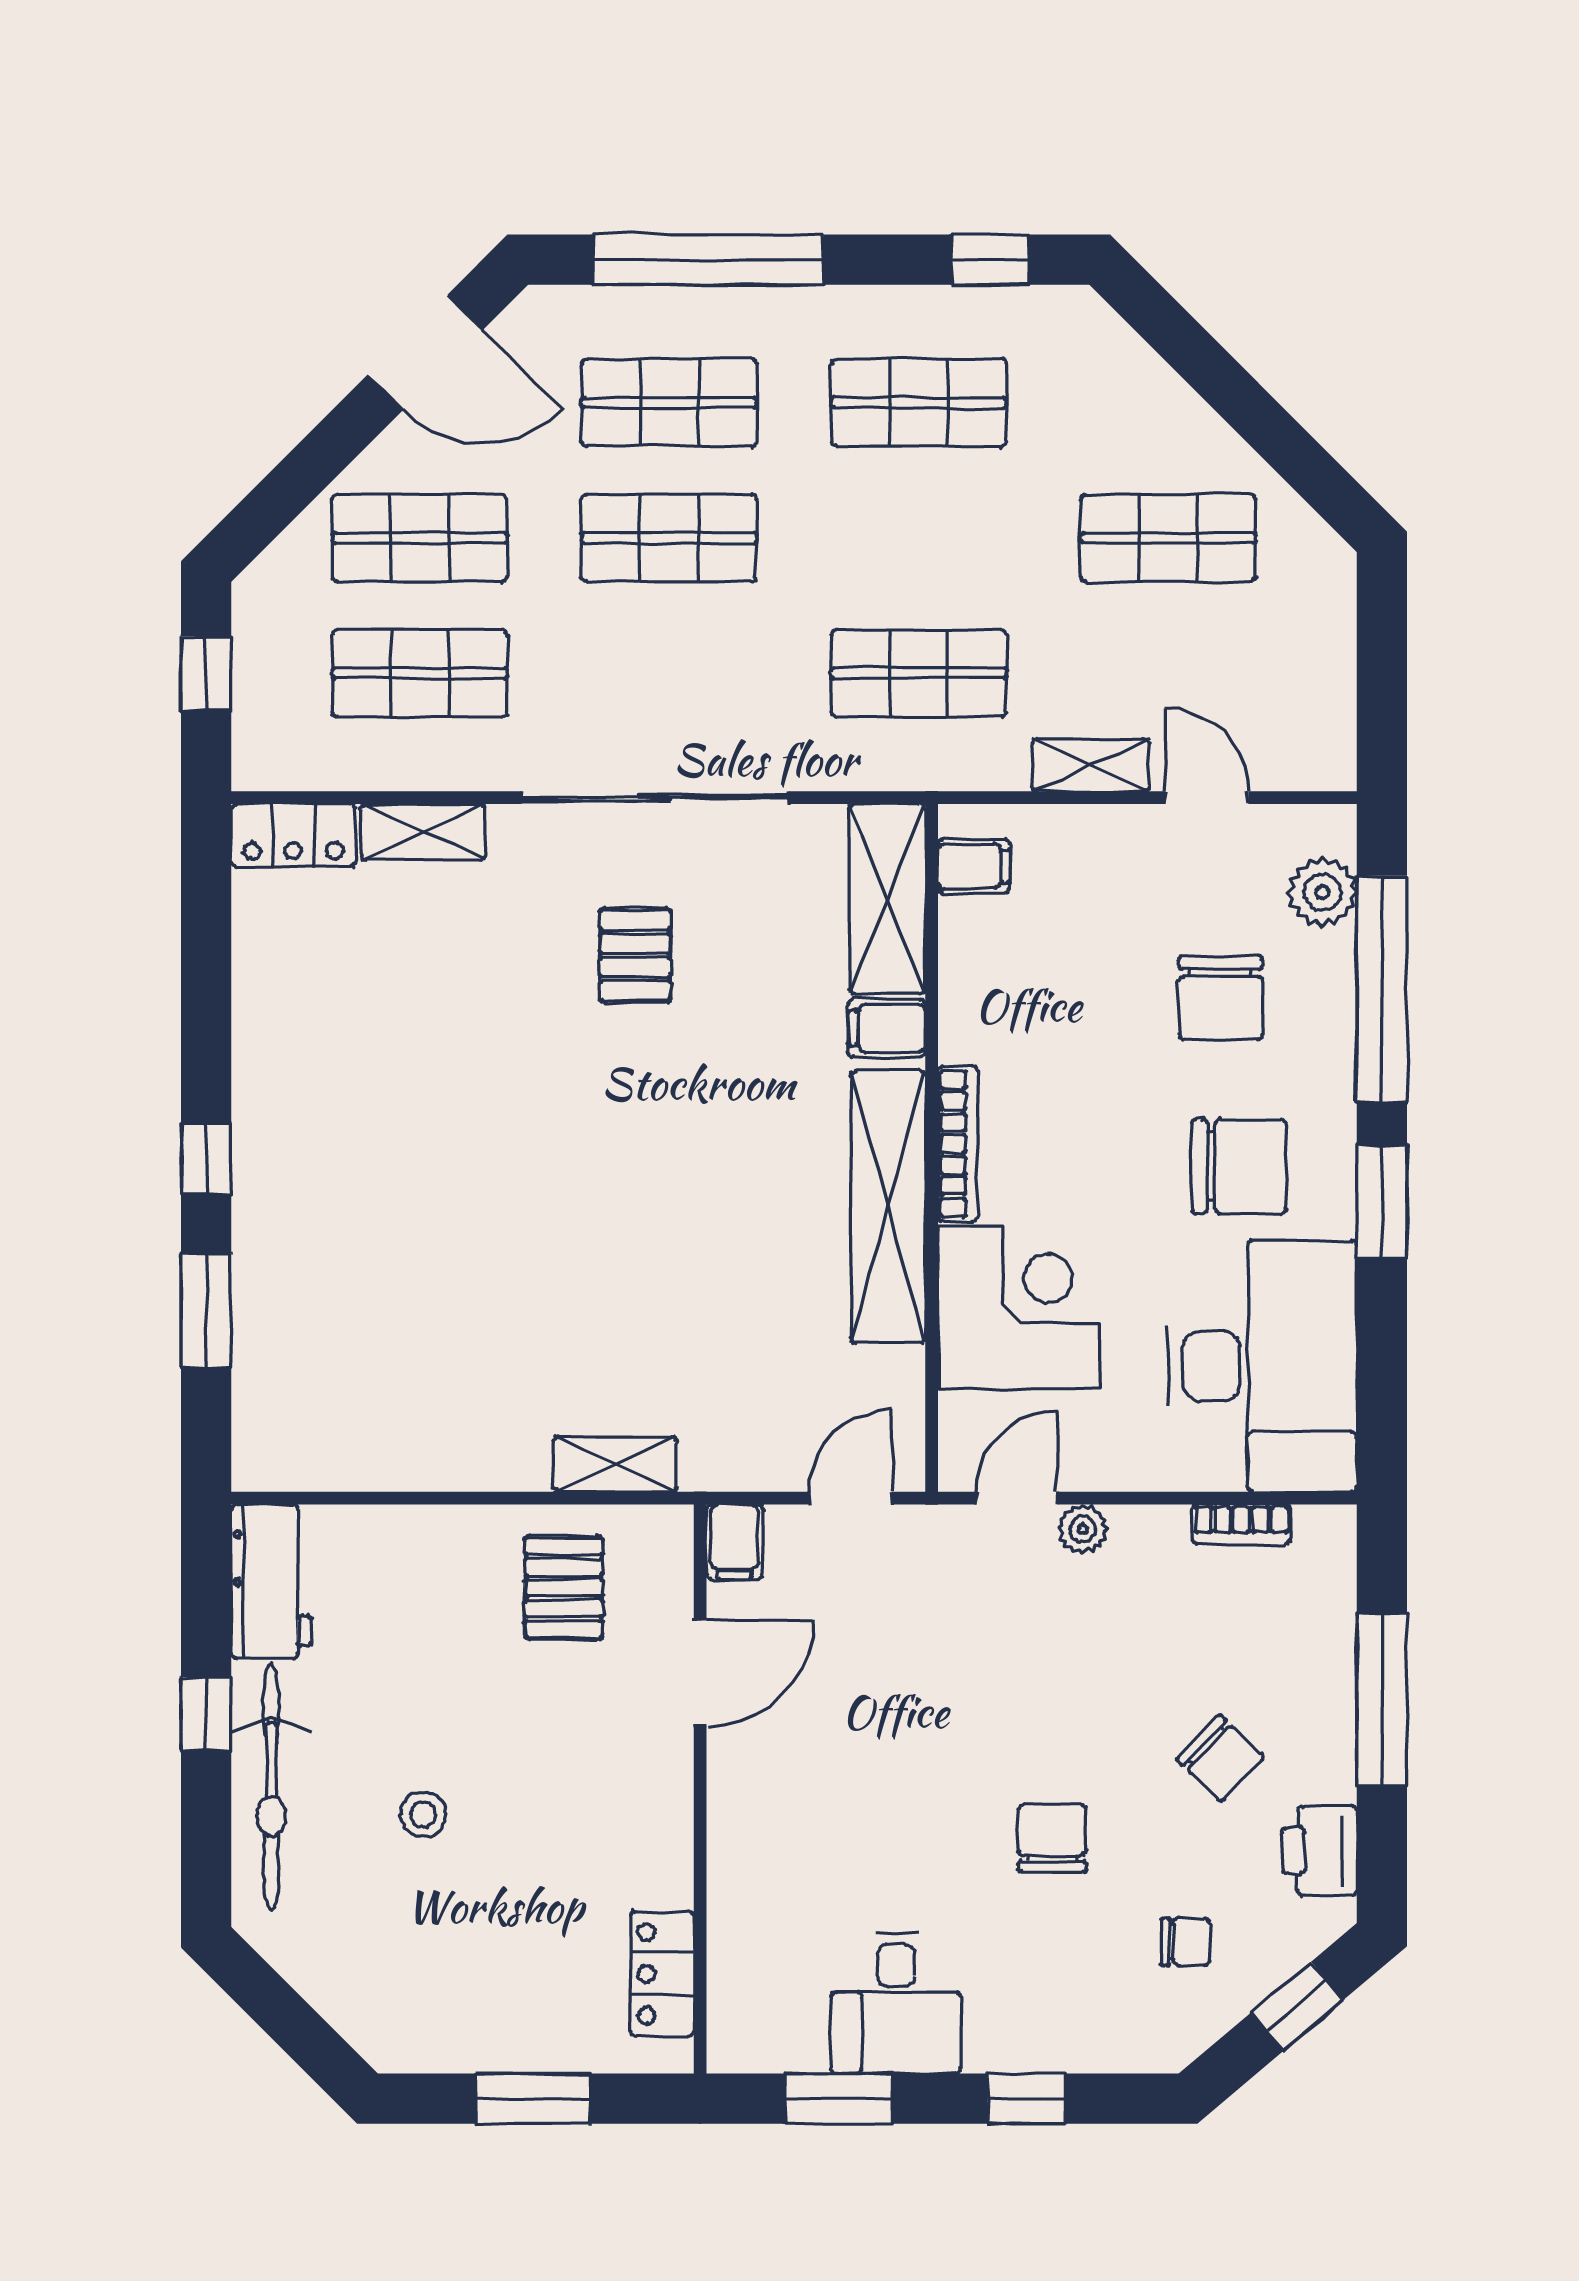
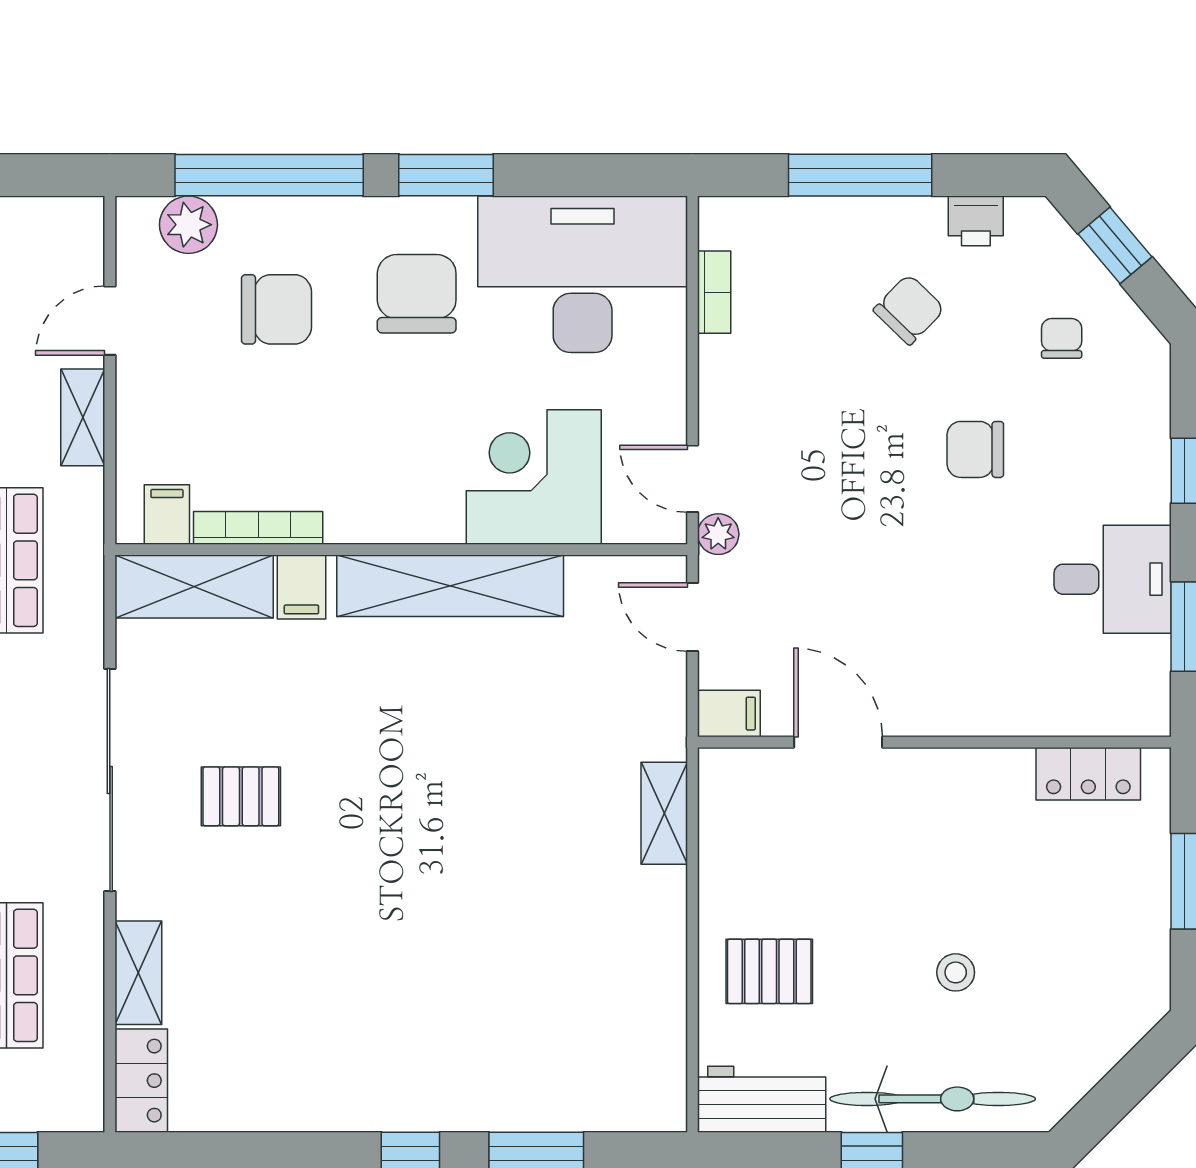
bookcase: (958, 1144) -> (258, 528), moved
plant: (1083, 1529) -> (718, 534), moved
pallet: (564, 1588) -> (769, 971), moved
printer: (1320, 1851) -> (976, 221), width x0.73, depth x0.81

